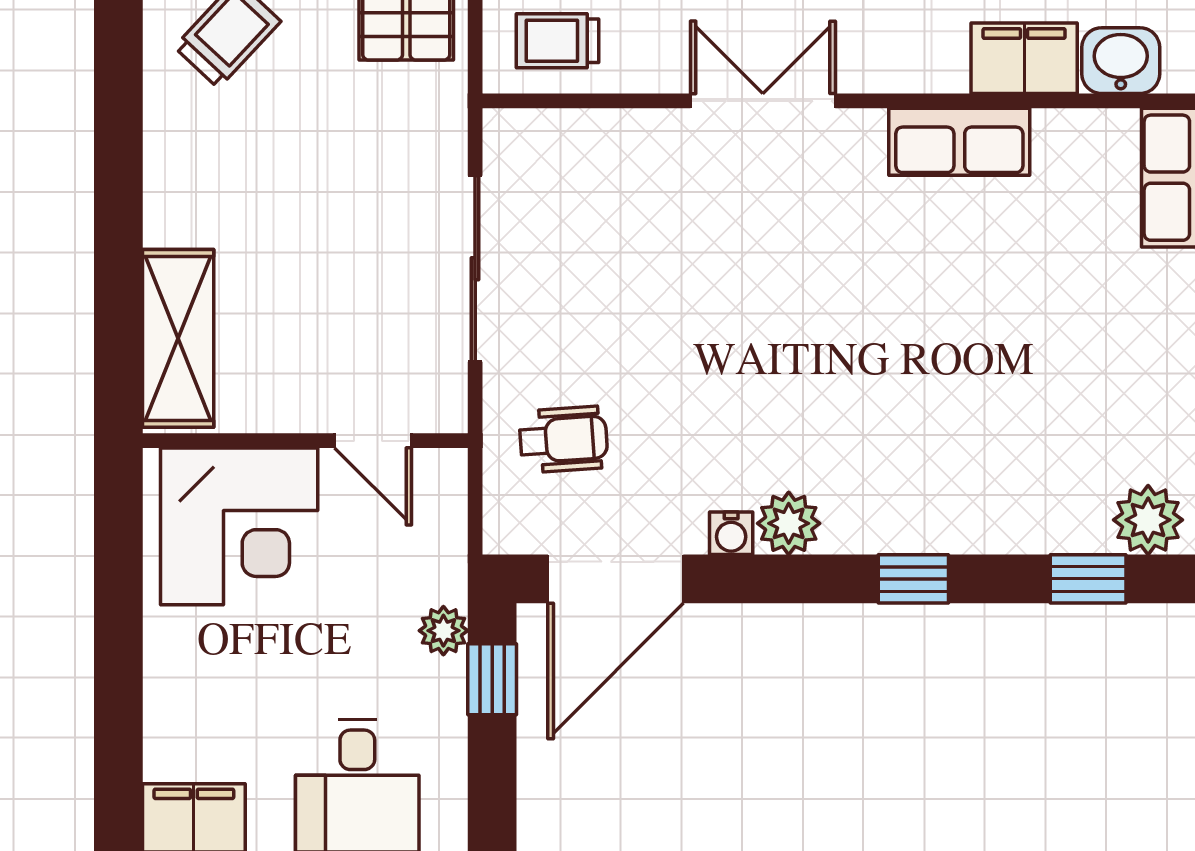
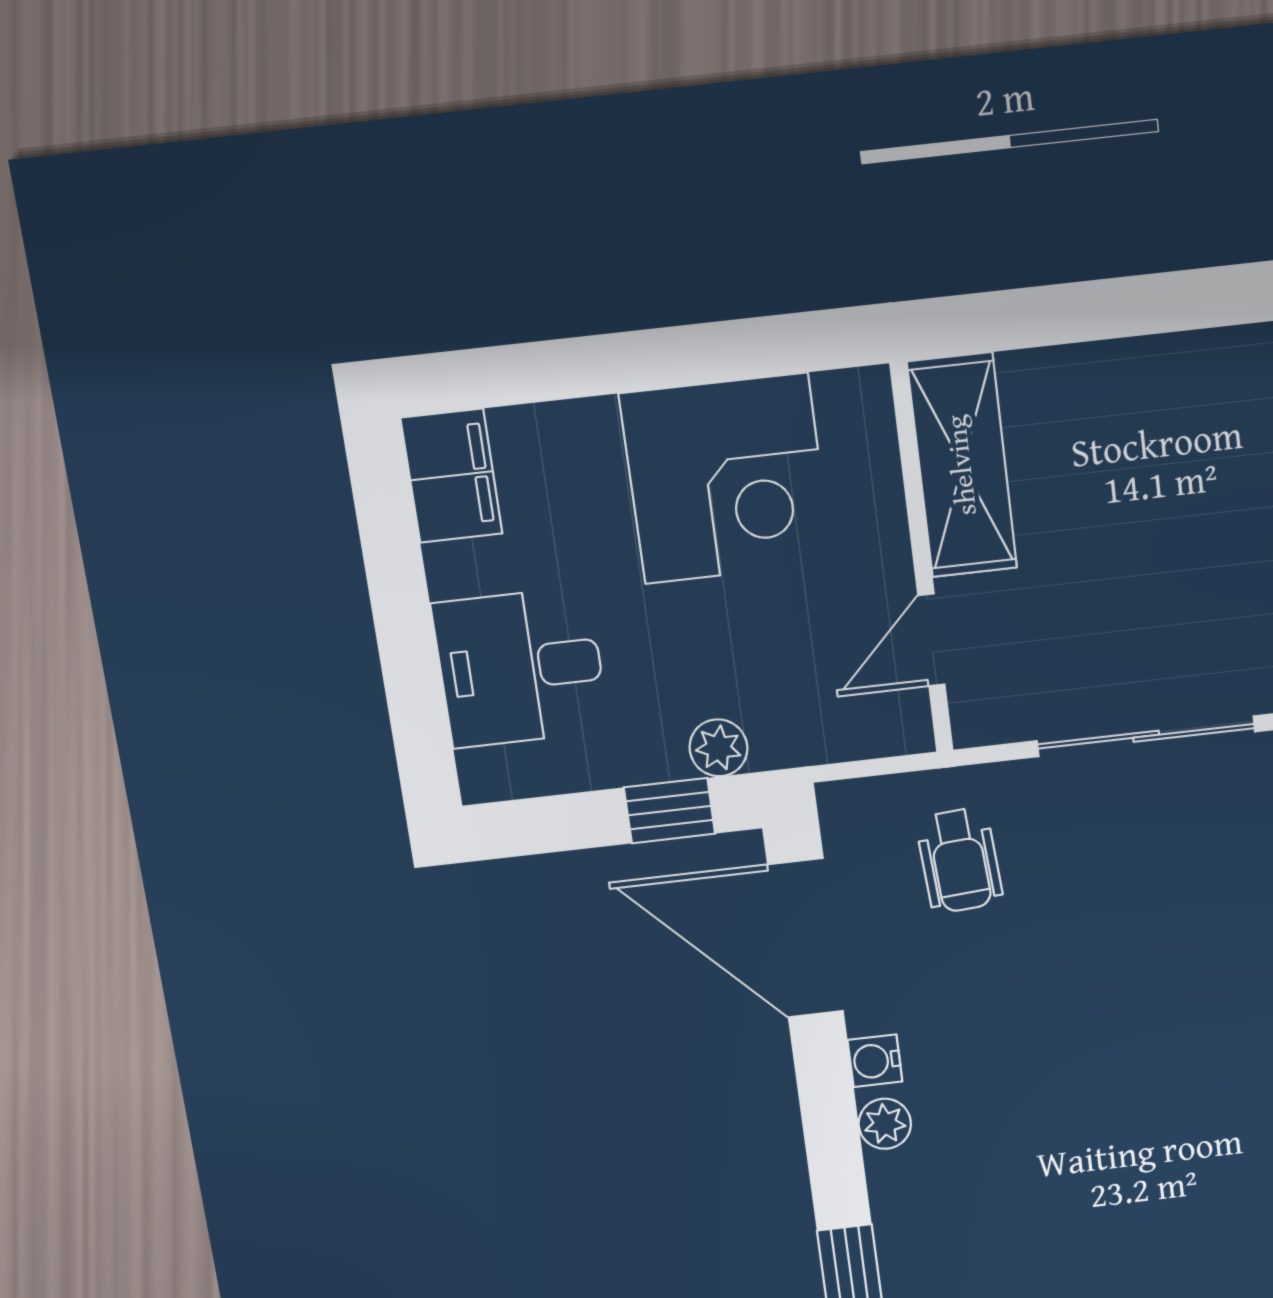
shelving: (178, 338) -> (962, 465), moved, turned 90
plant: (789, 523) -> (885, 1124), width x0.73, depth x0.73
corner desk: (239, 526) -> (726, 479), moved, turned -90

